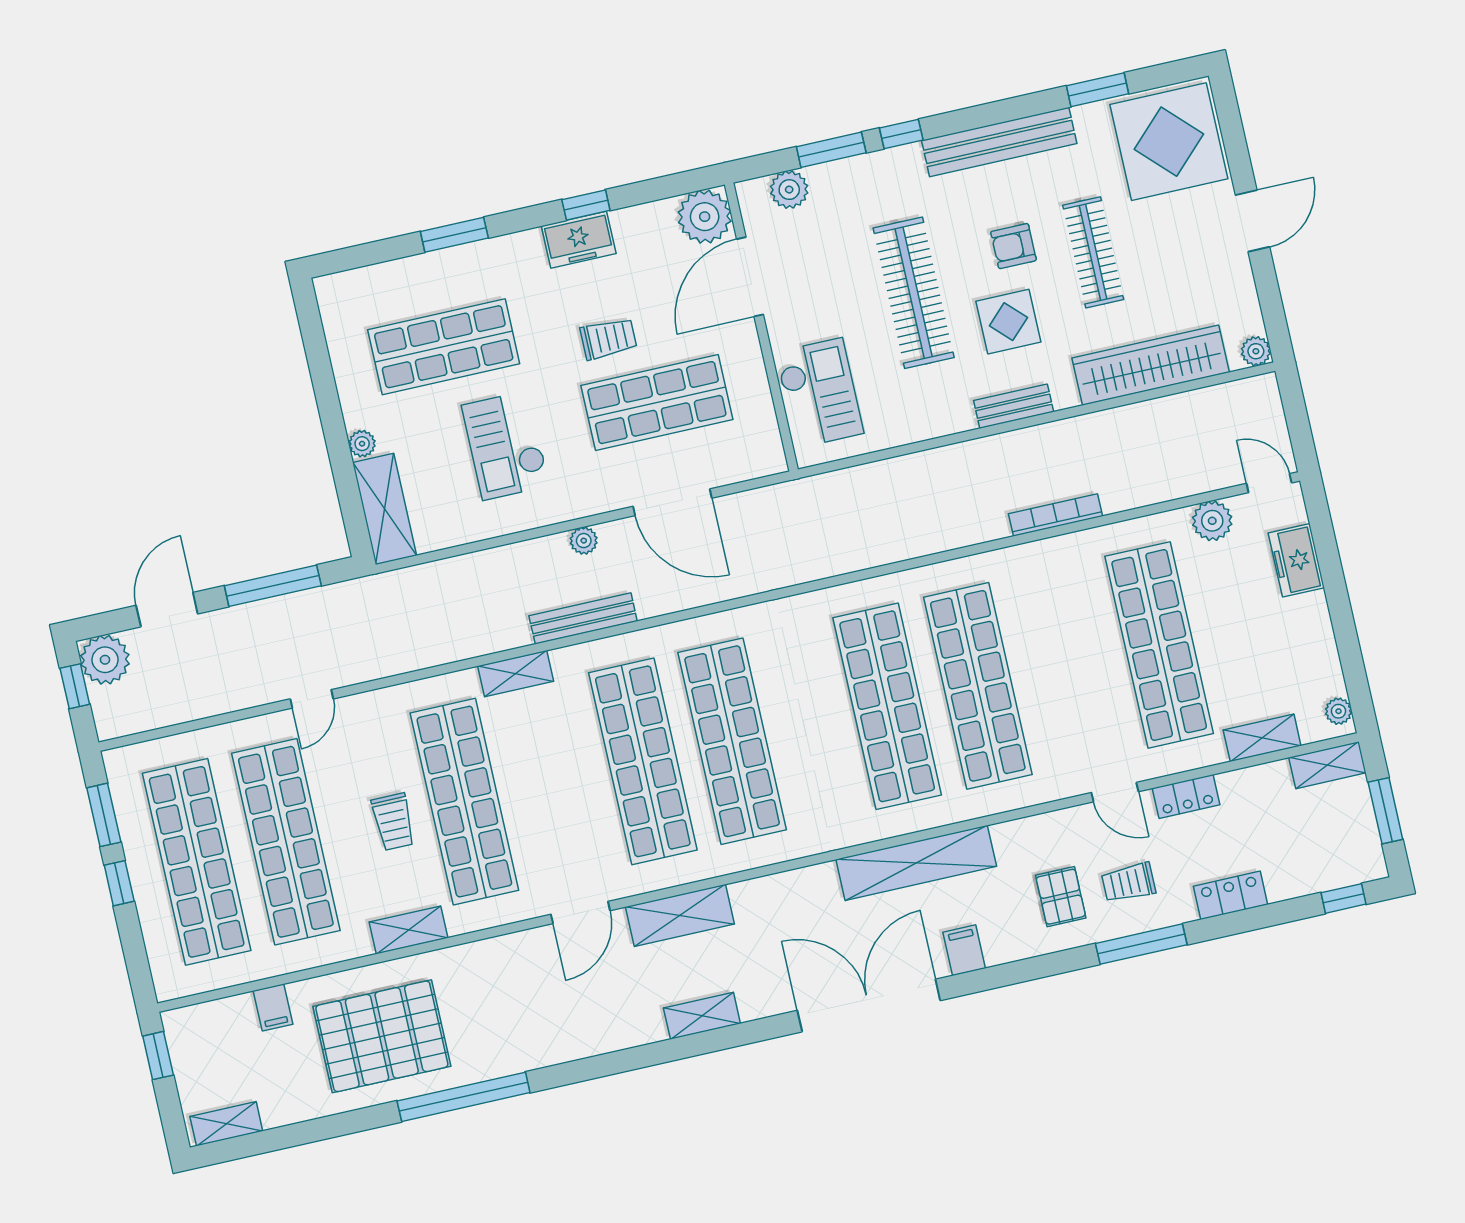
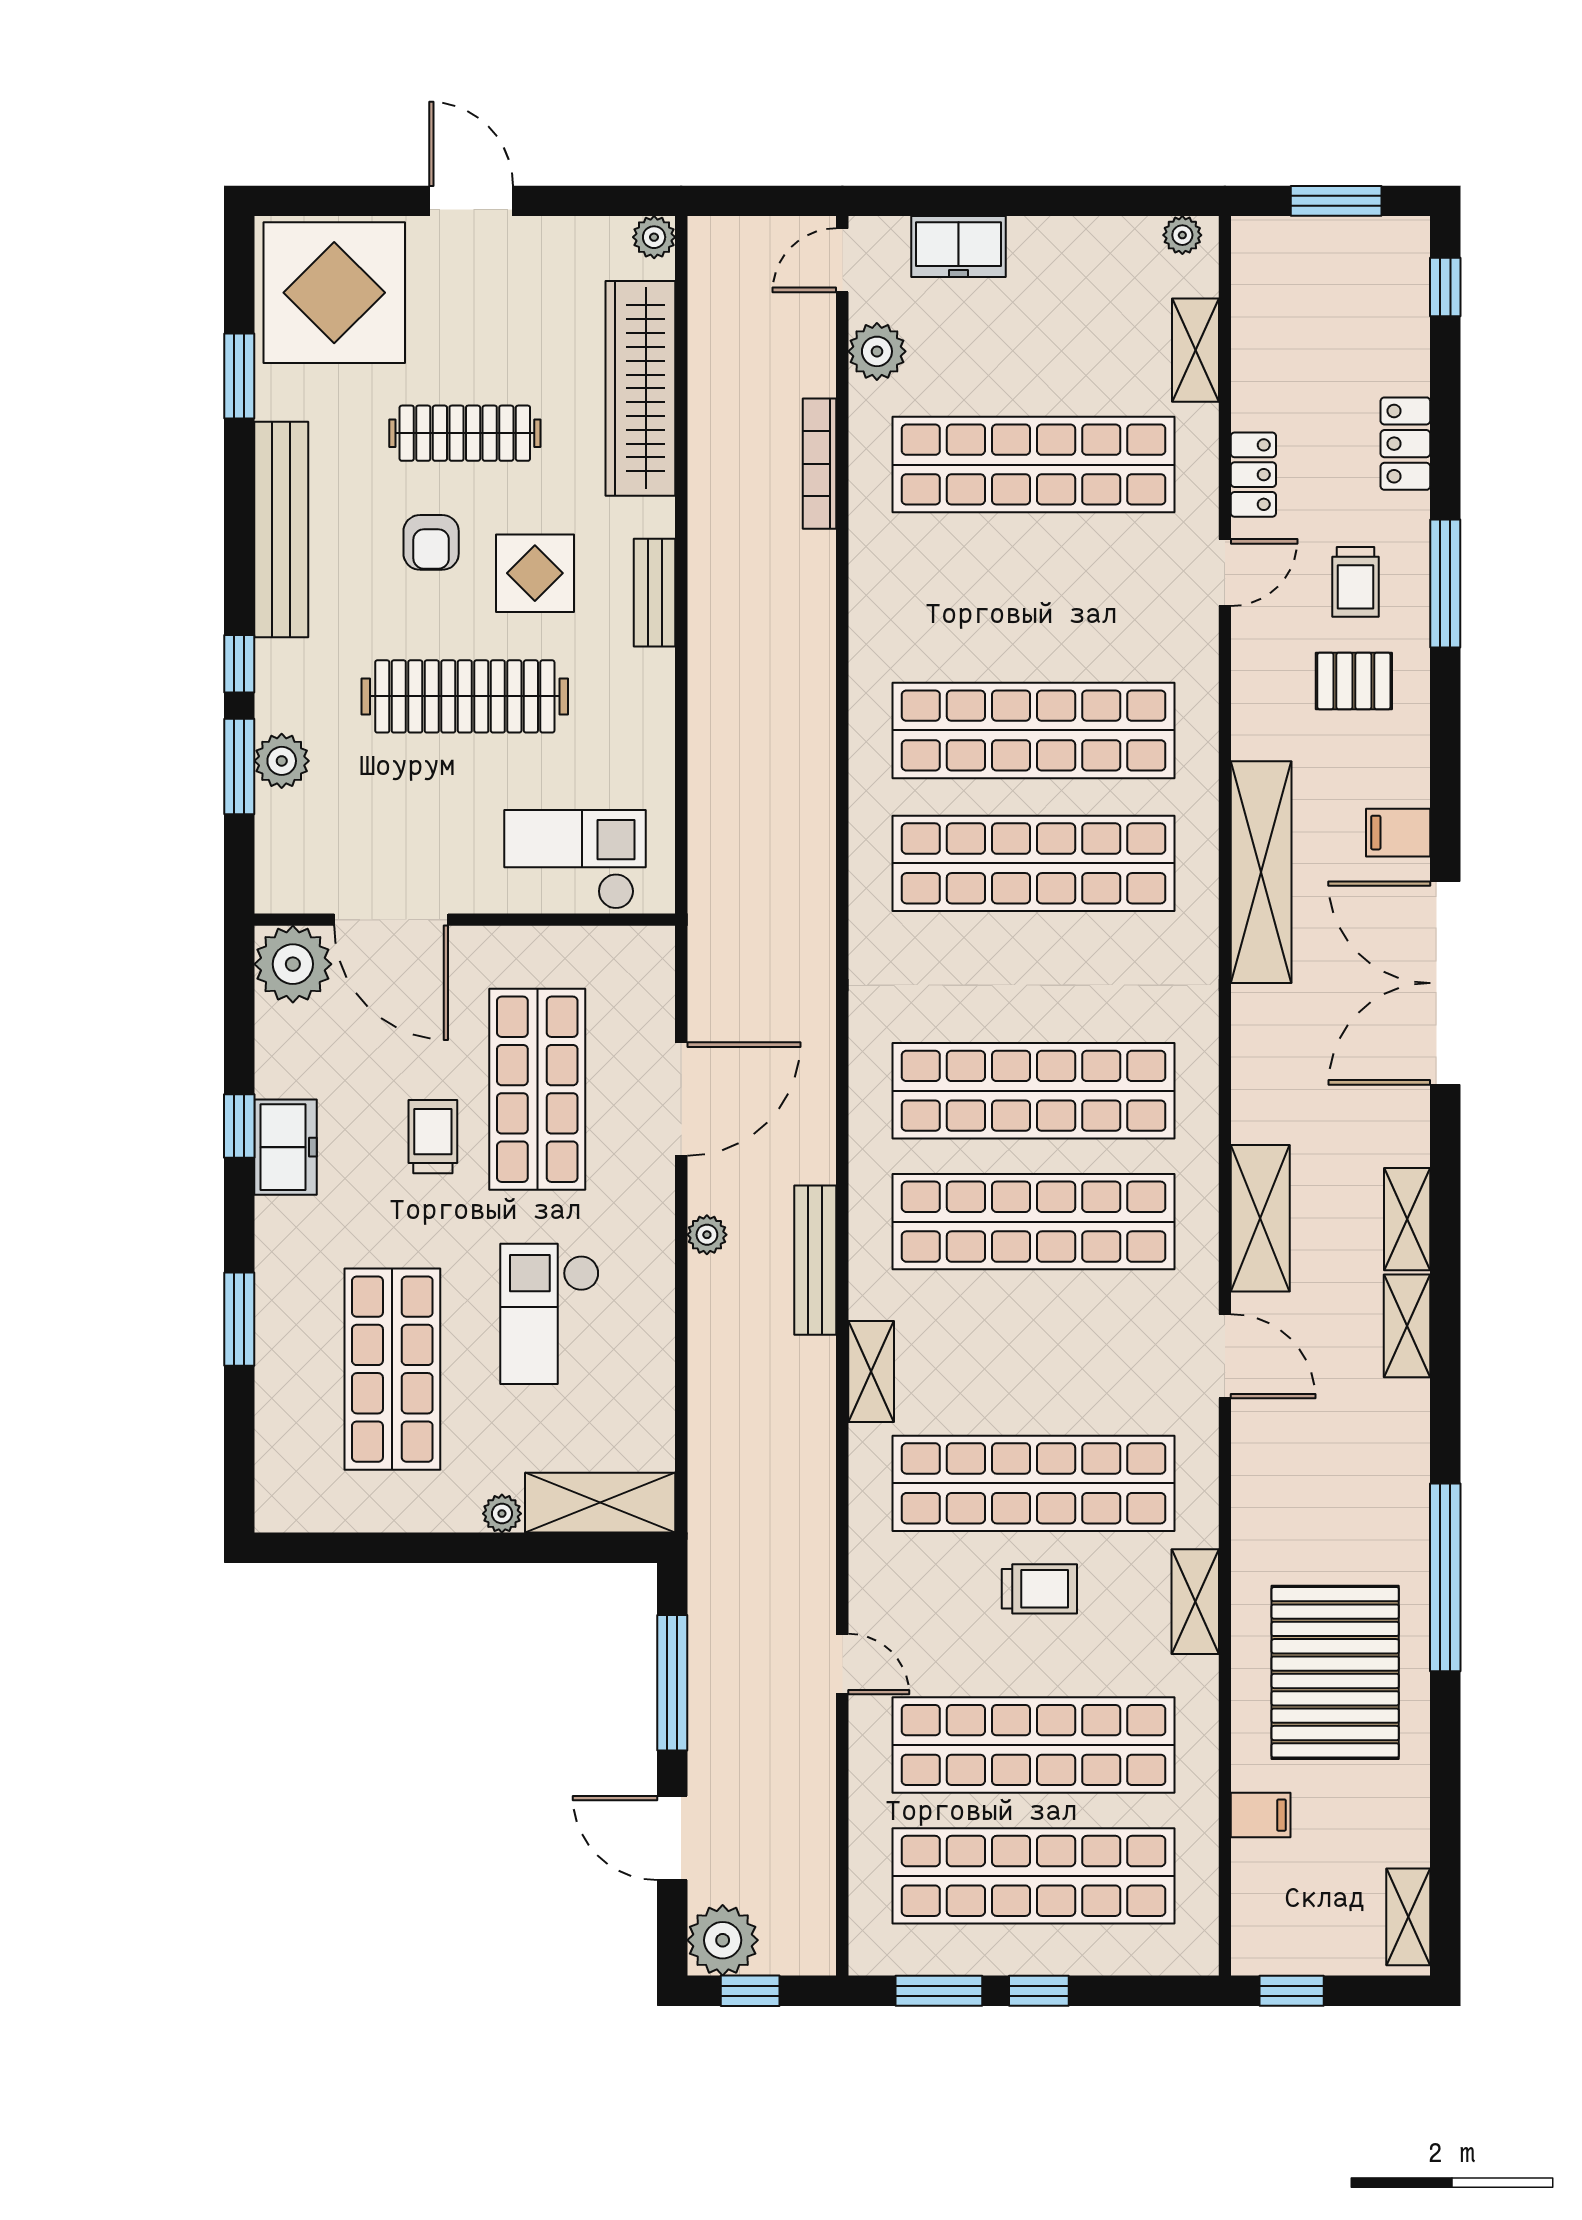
plant: (789, 190) -> (282, 761), moved
checkout: (506, 445) -> (550, 1314), turned 90
bookcase: (1055, 515) -> (820, 464), moved
shelving: (1327, 765) -> (1407, 1326), moved

